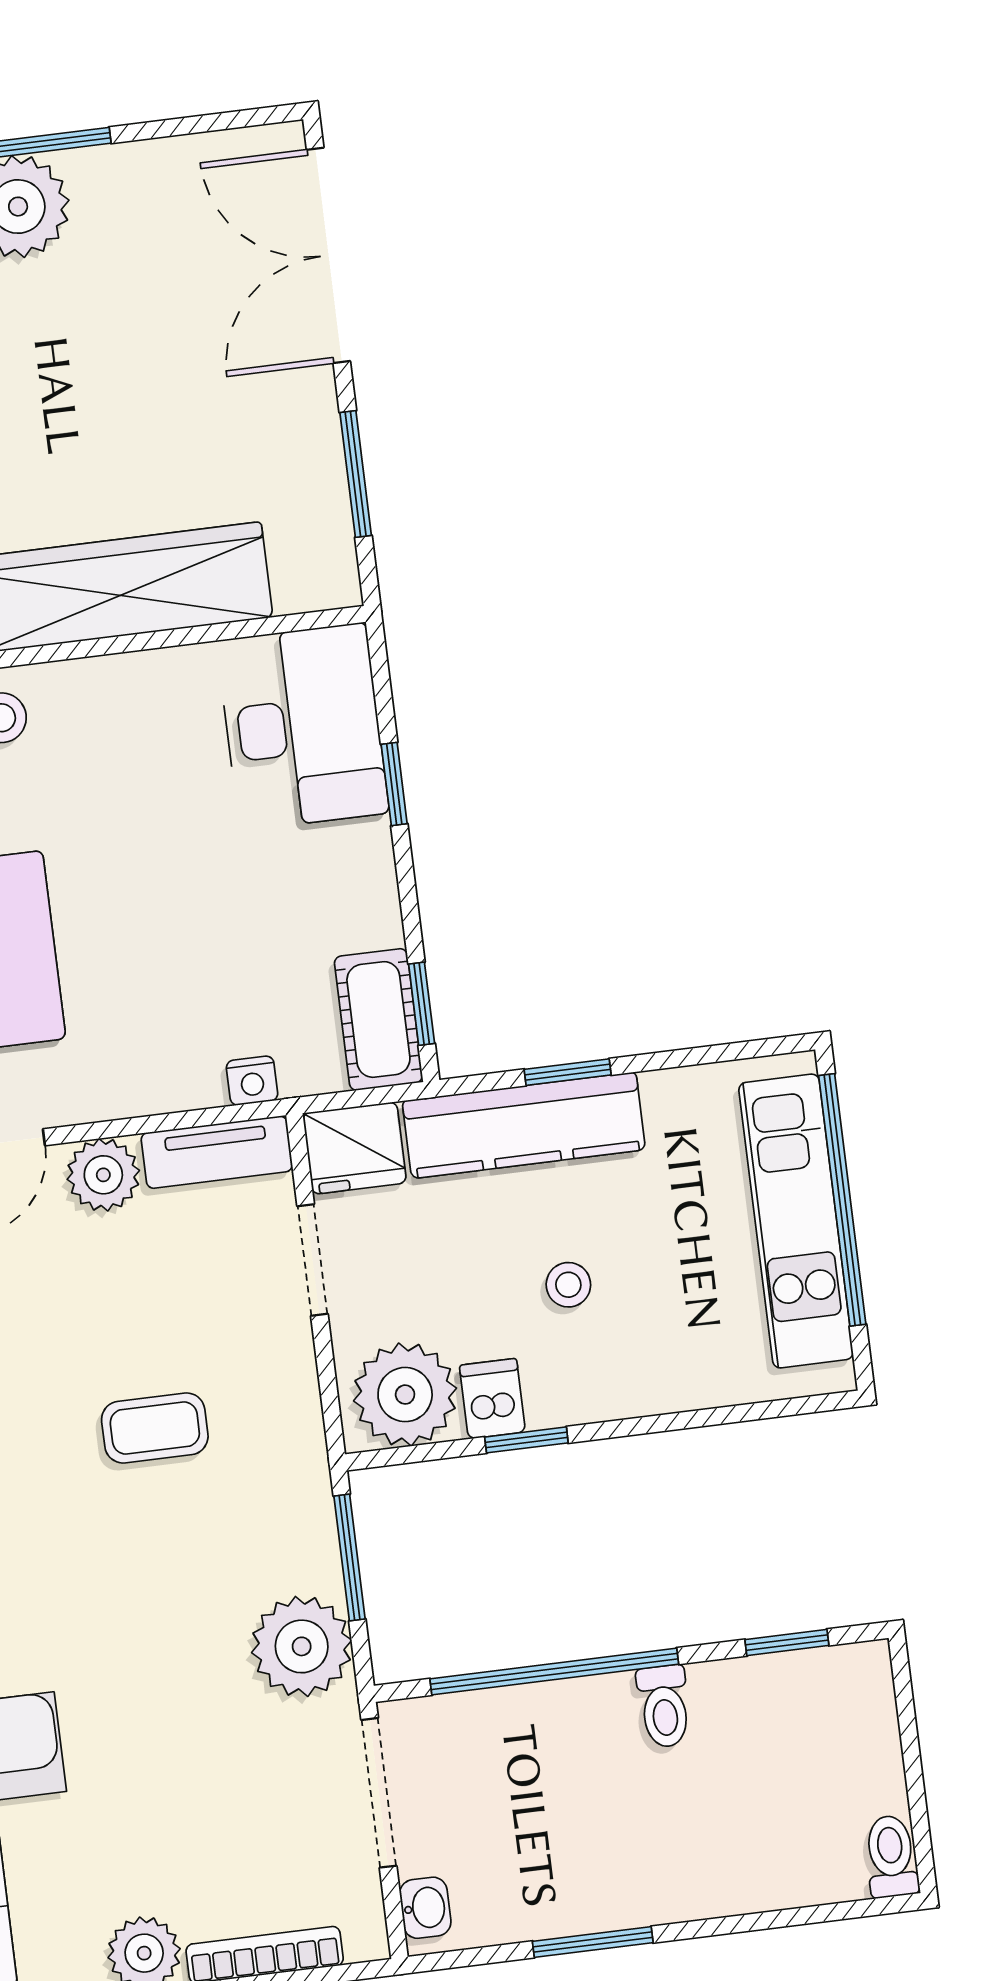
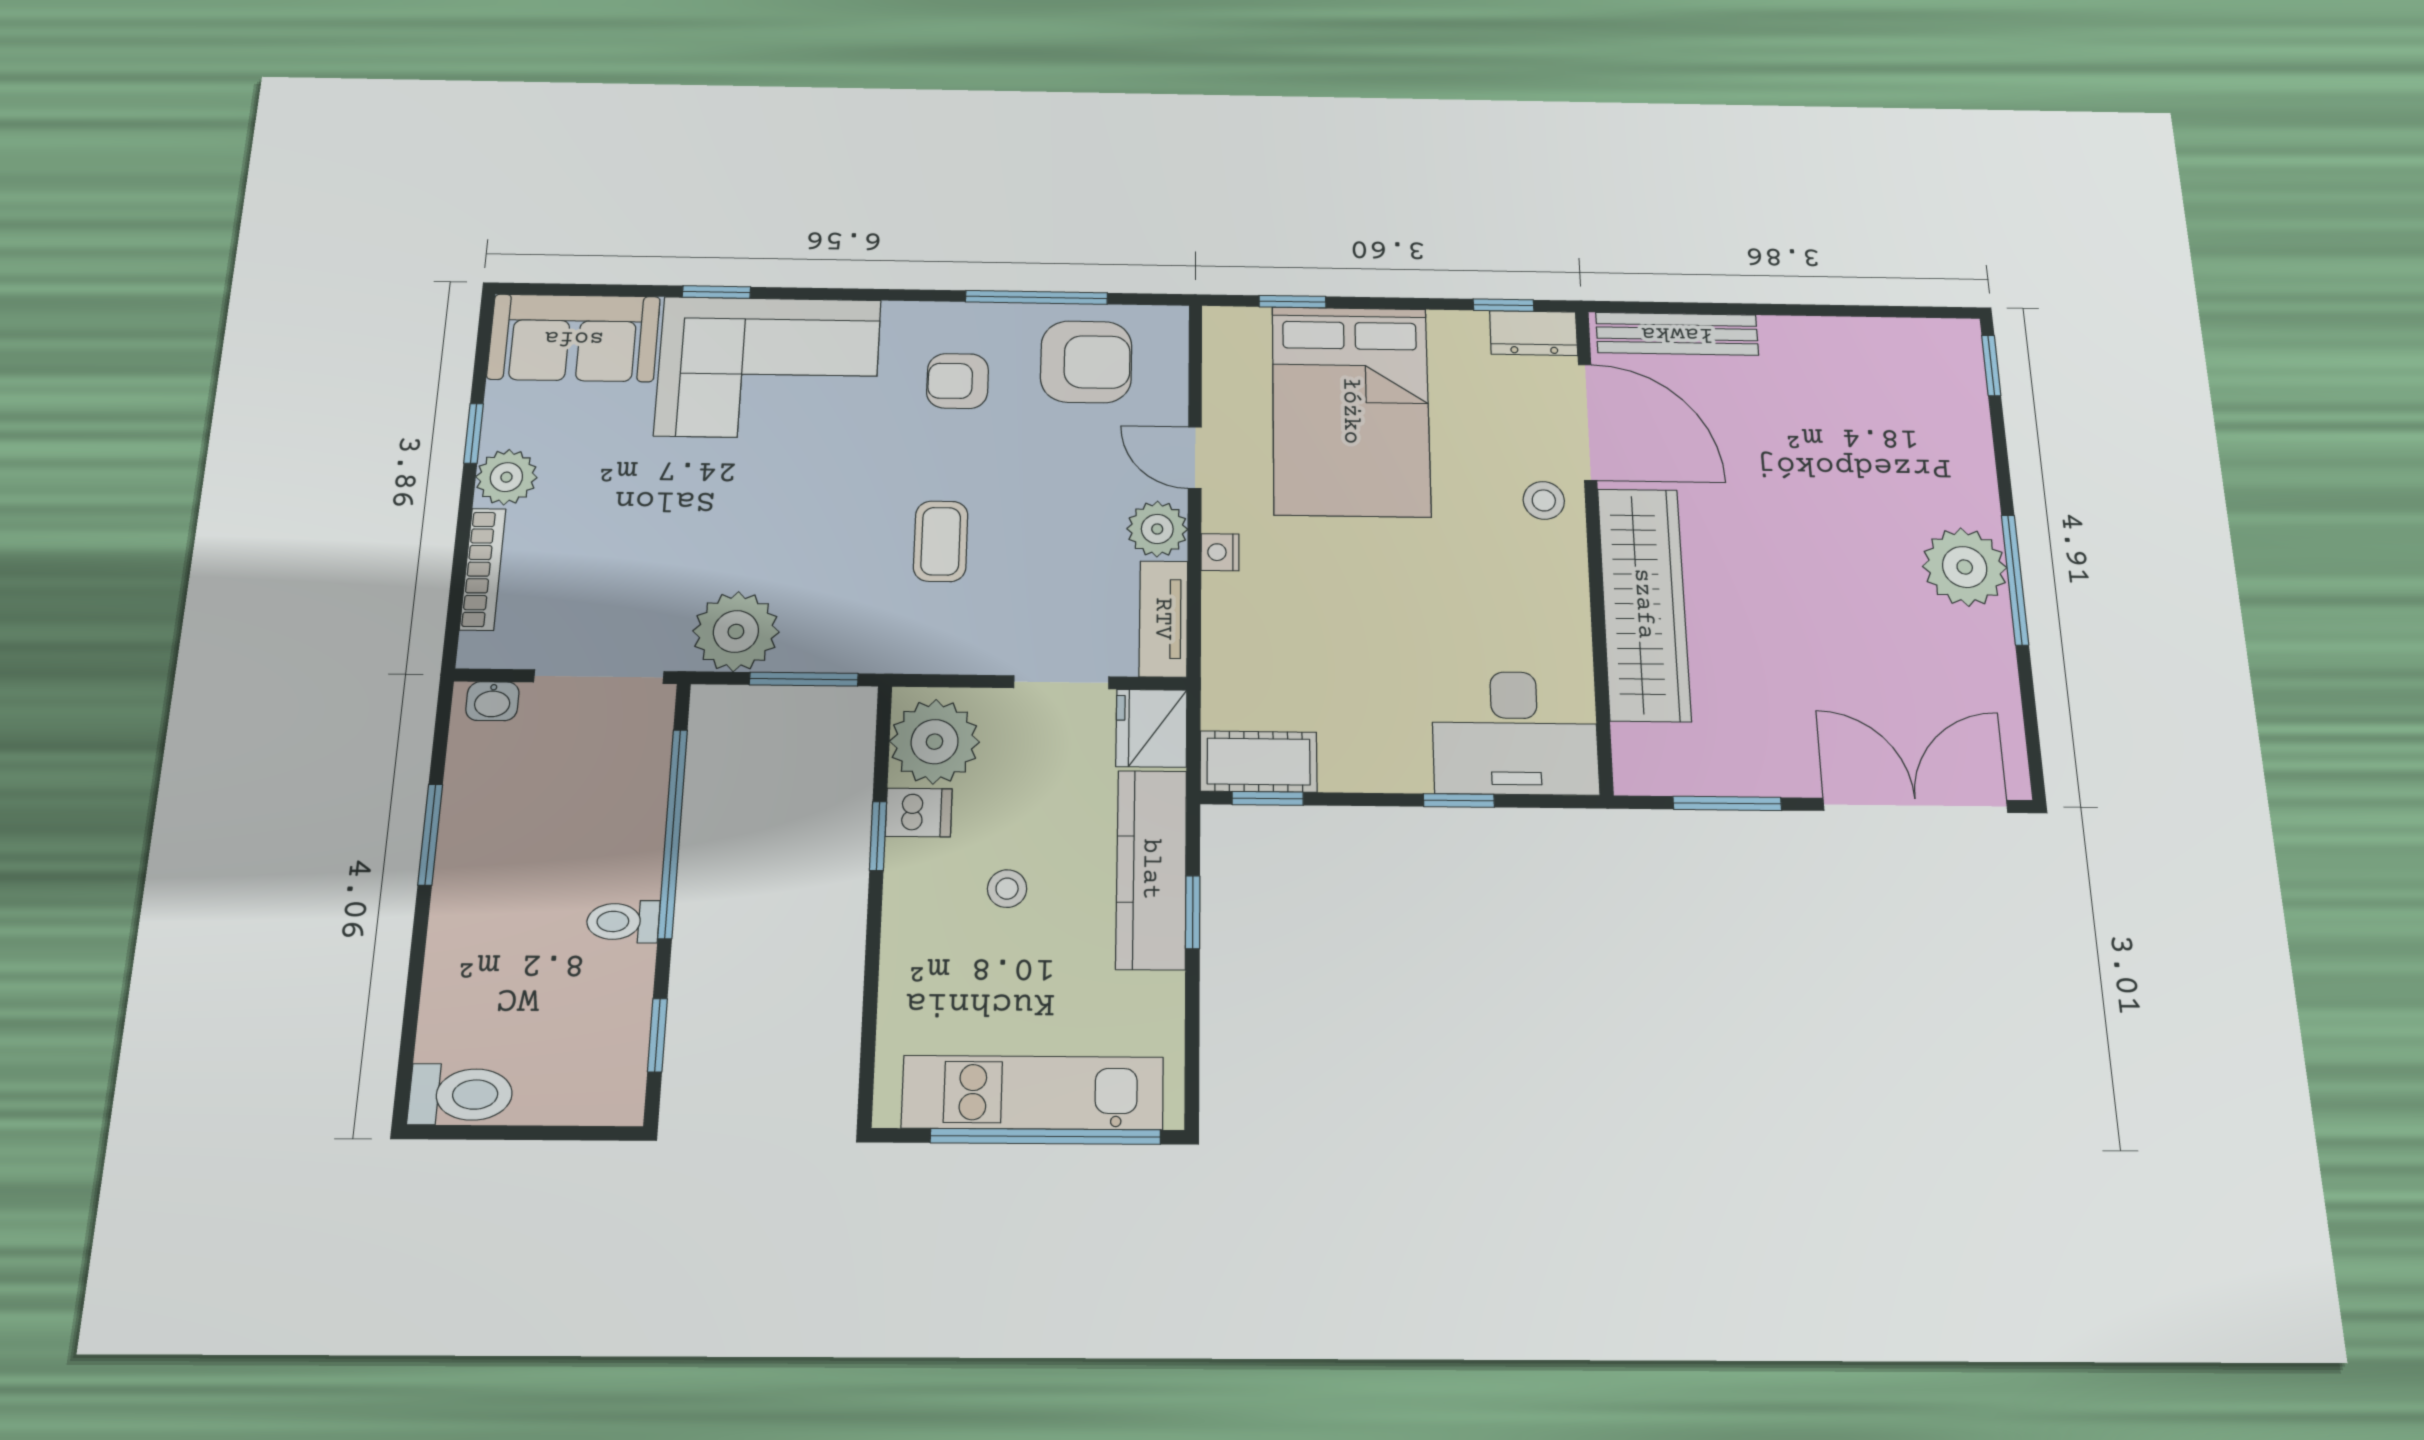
nightstand: (252, 1081) -> (1220, 552), moved
toilet: (891, 1856) -> (461, 1094), width x1.37, depth x1.39

